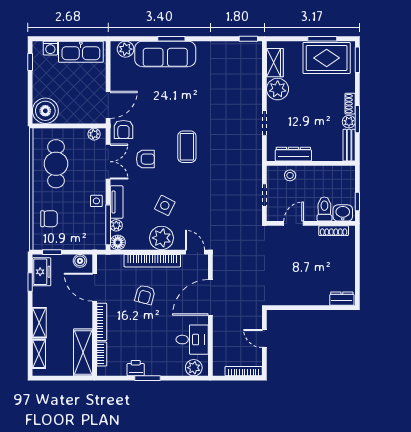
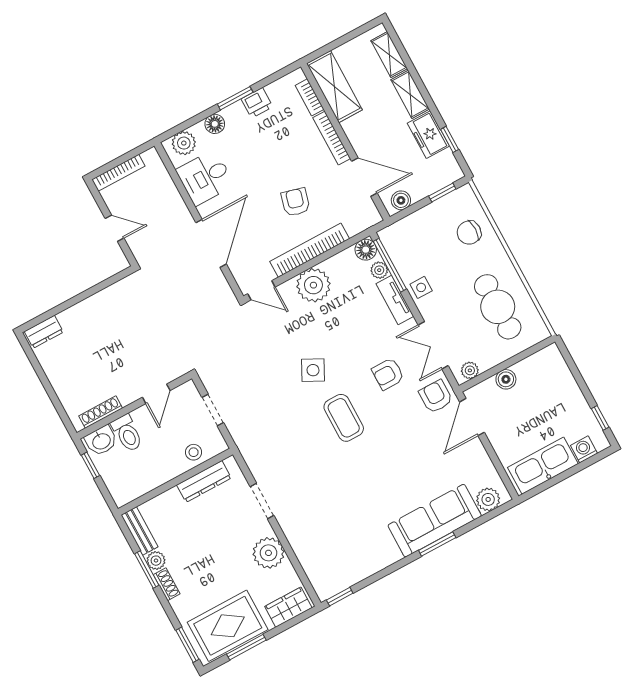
wardrobe: (275, 63) -> (288, 607), moved, turned 90
boiler: (45, 111) -> (506, 379), moved, width x0.54, depth x0.54
side table: (165, 205) -> (313, 370), moved
freezer: (41, 272) -> (428, 135), moved
floor lamp: (169, 369) -> (215, 124), added

